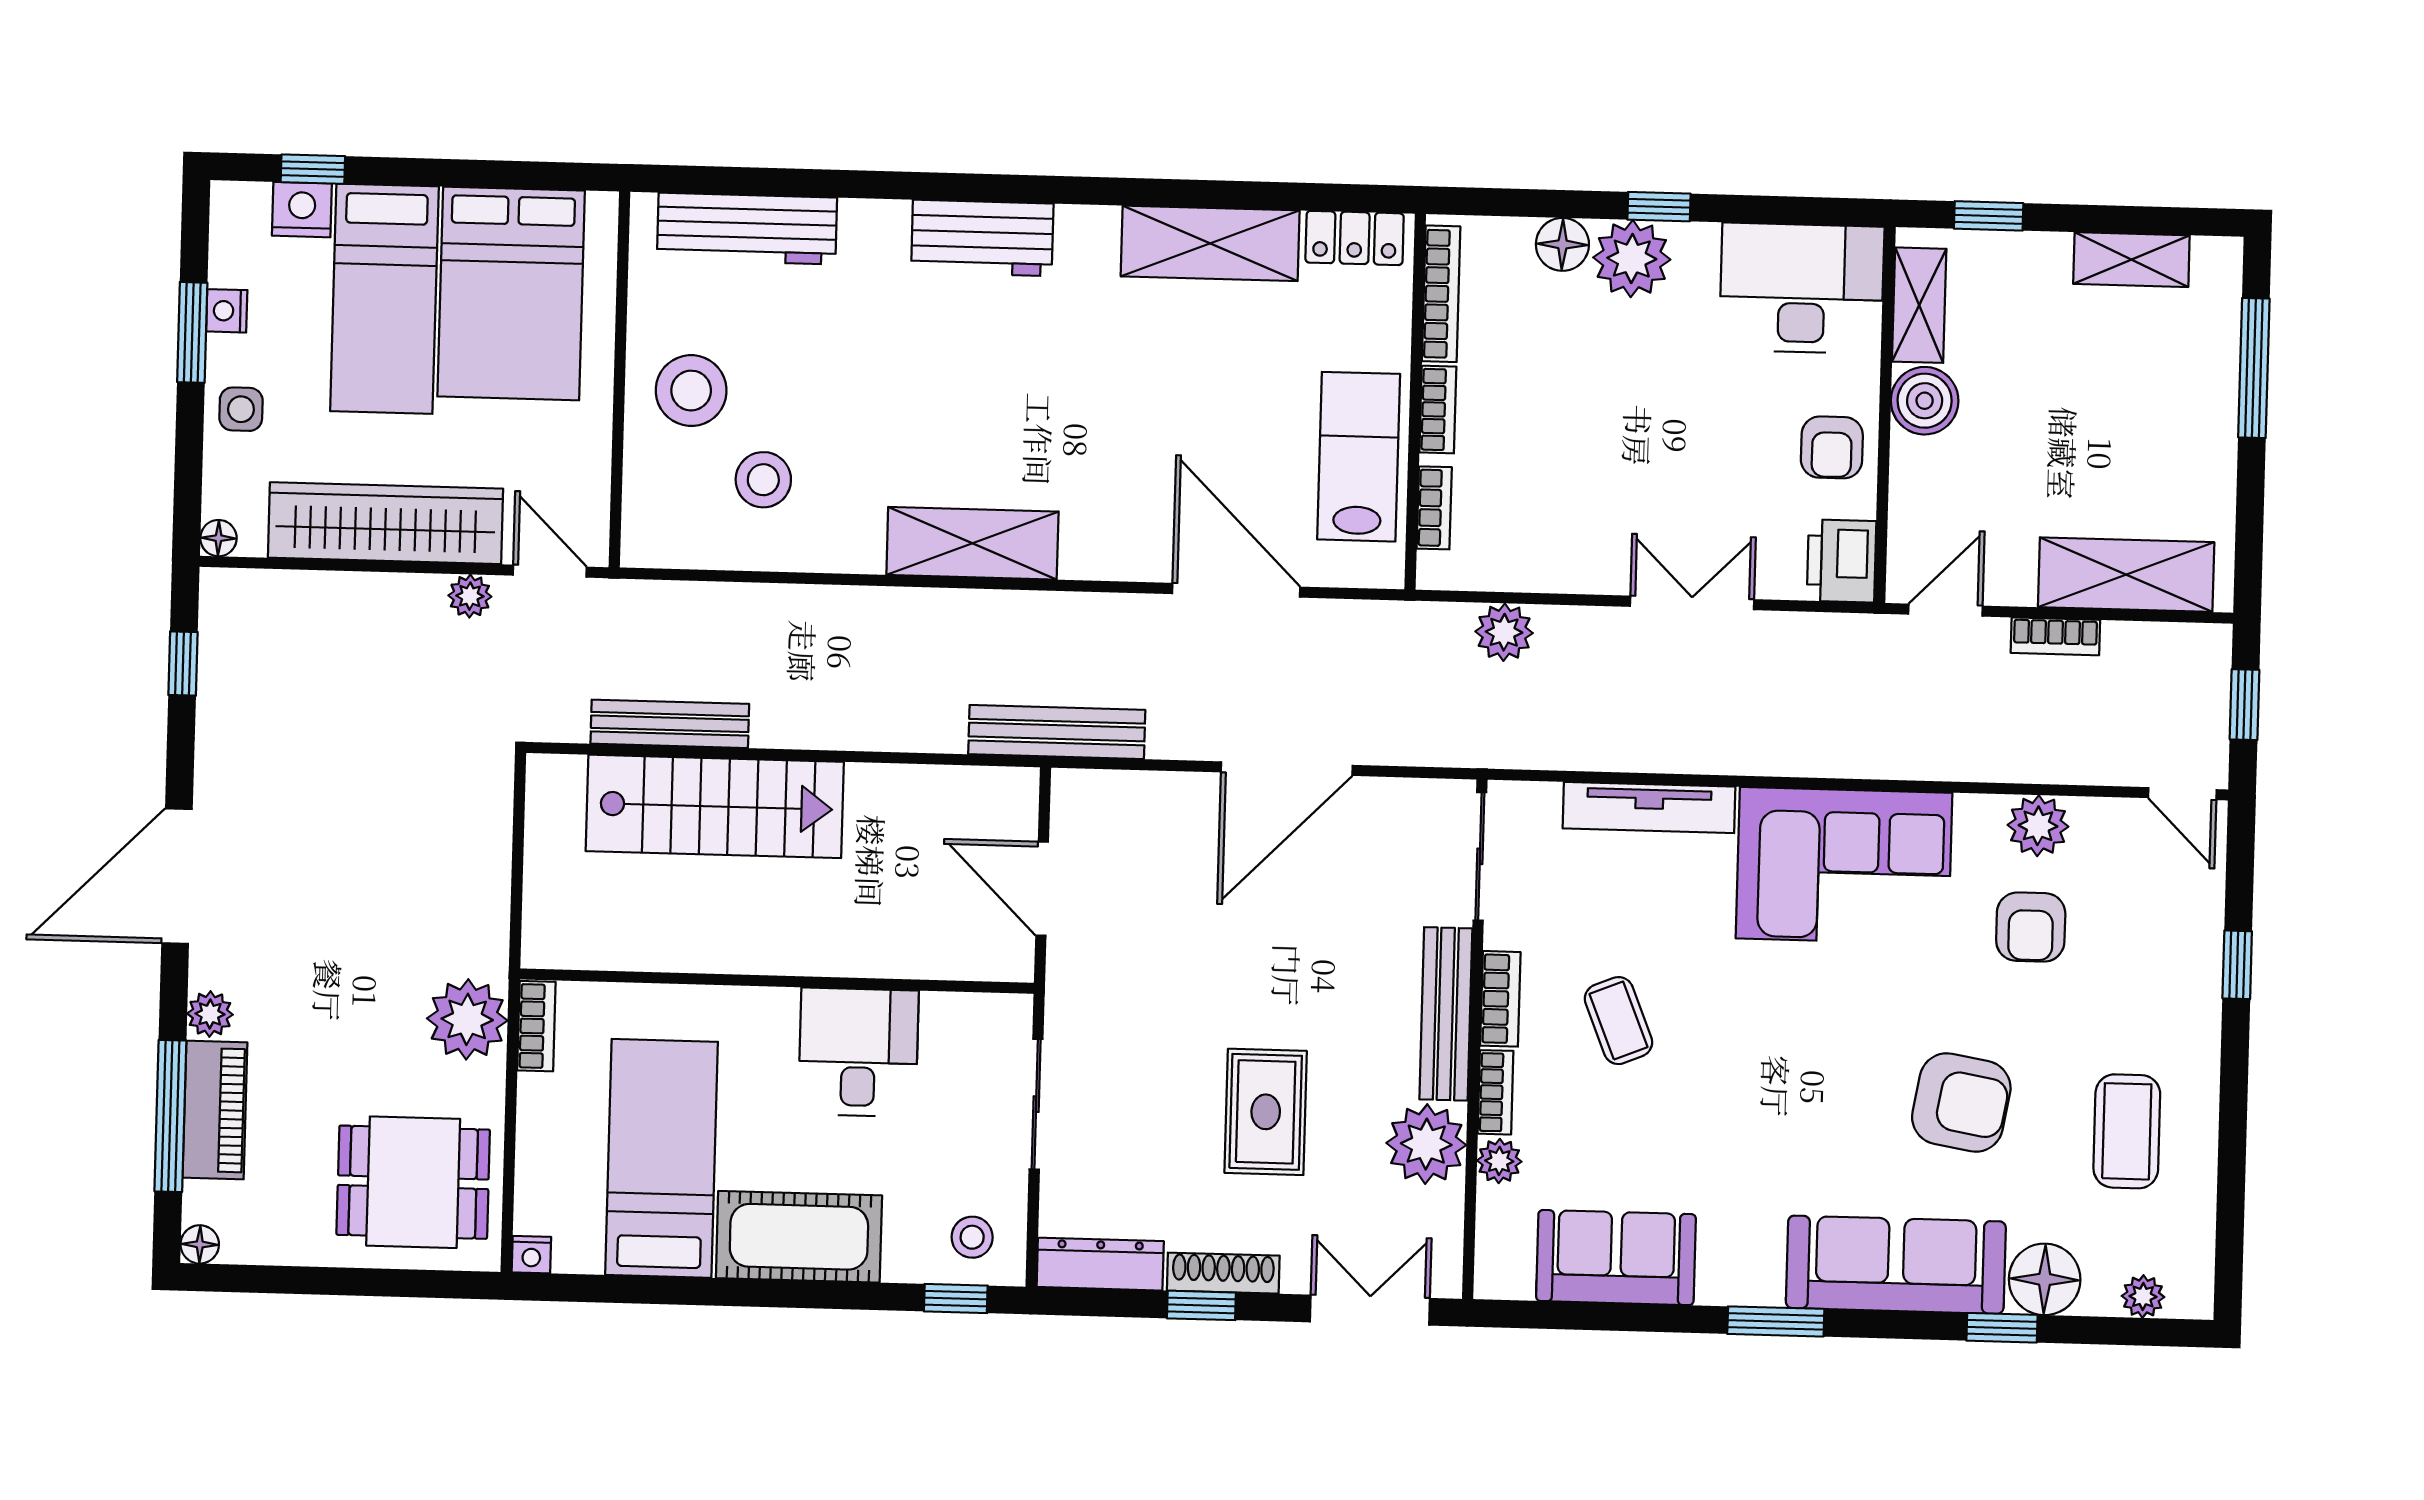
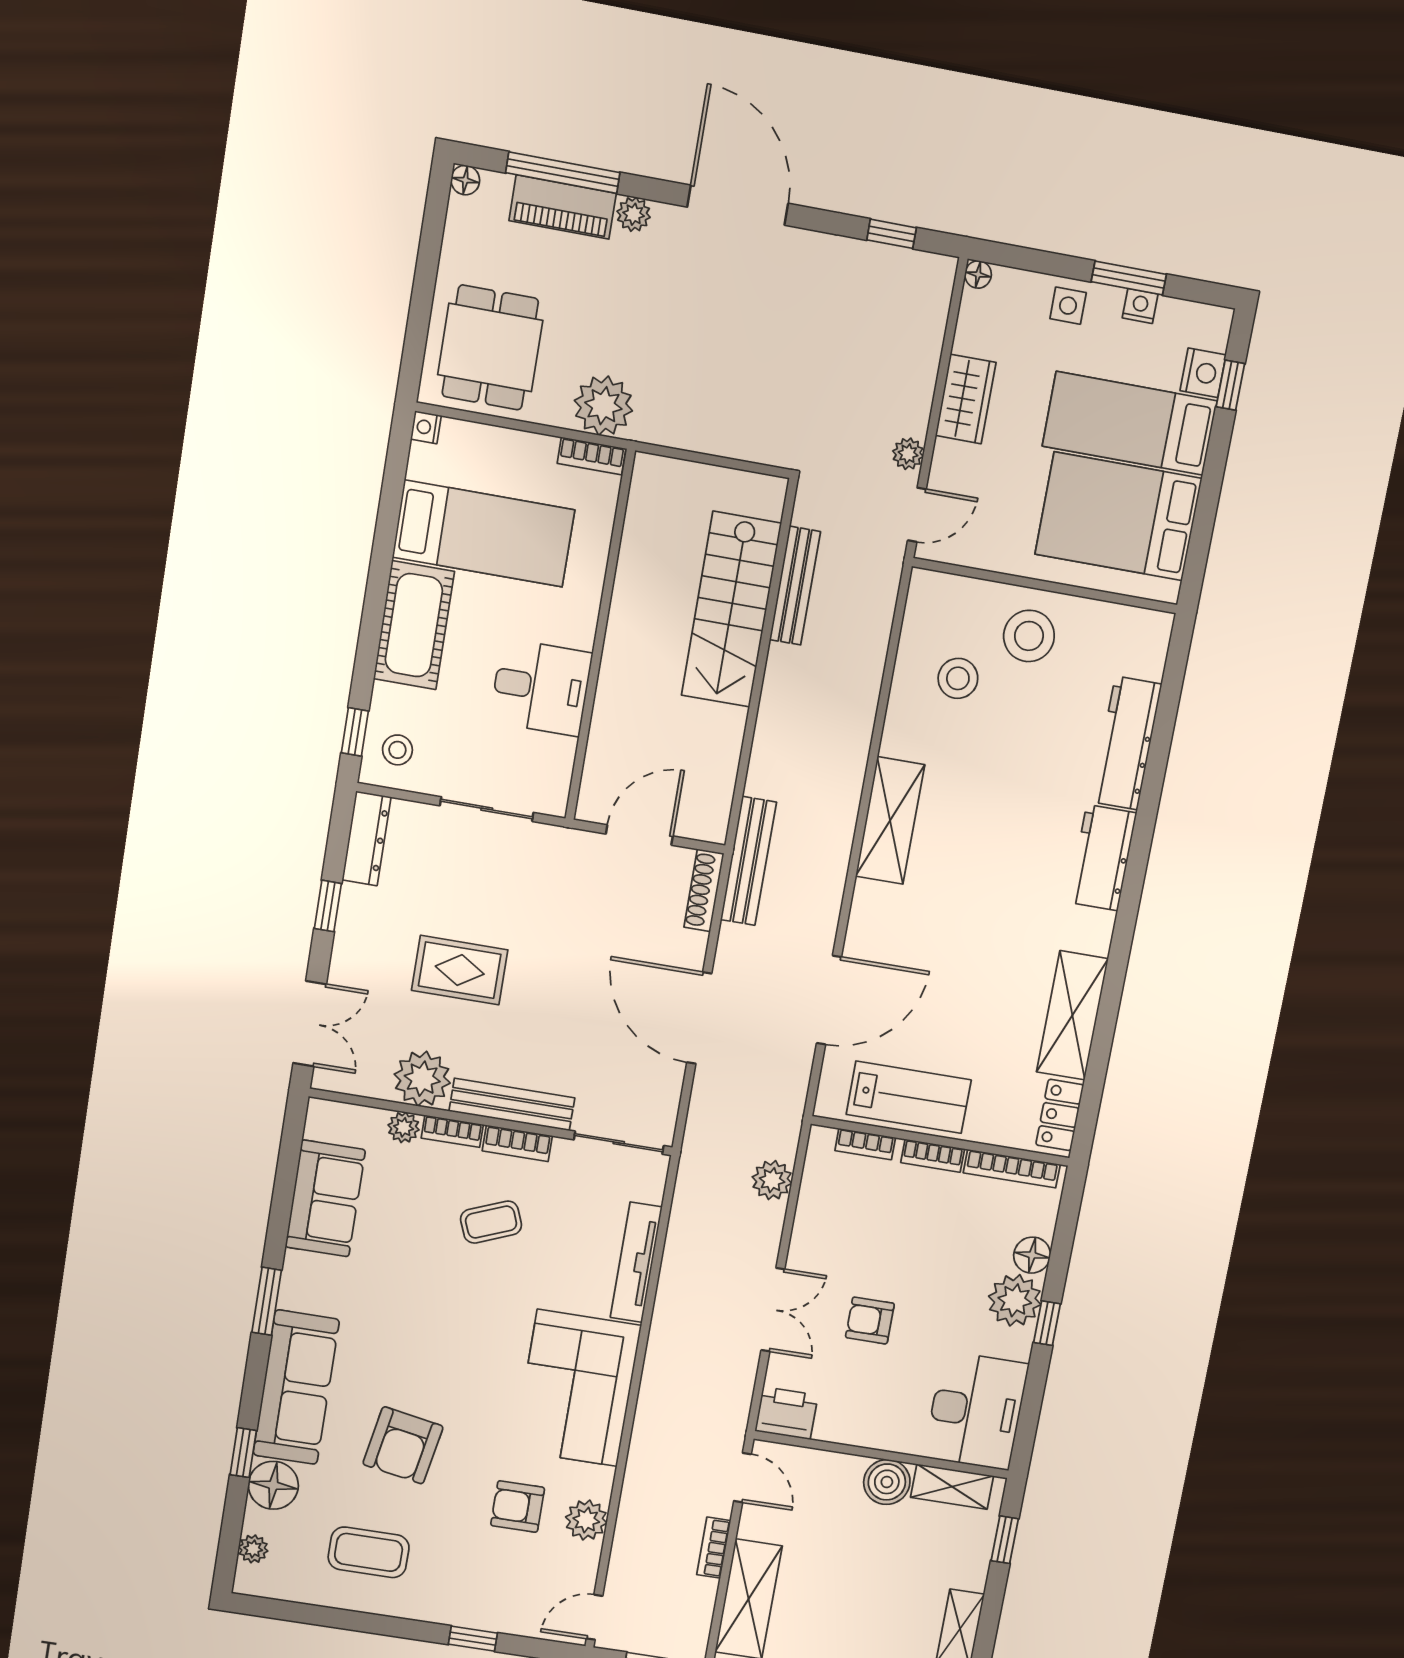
workbench: (747, 229) -> (1126, 743), moved
armchair: (1832, 447) -> (870, 1320), moved
wardrobe: (385, 523) -> (966, 399), width x0.48, depth x0.85
shoe rack: (1223, 1273) -> (704, 890), moved, turned 180

